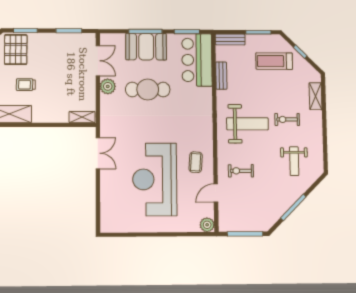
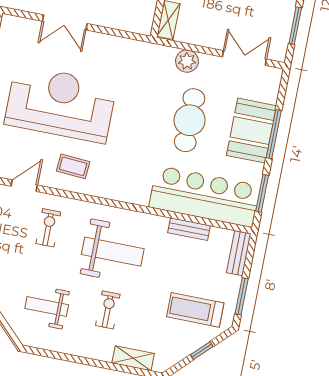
bar counter: (197, 60) -> (205, 196), width x1.36
double door: (98, 61) -> (244, 58), swing flipped
treadmill: (274, 61) -> (195, 310), turned -90
plant: (108, 86) -> (187, 61), moved
weight bench: (247, 124) -> (113, 252), turned -90
double door: (98, 153) -> (65, 22), moved
door: (216, 193) -> (24, 186), hinge flipped

